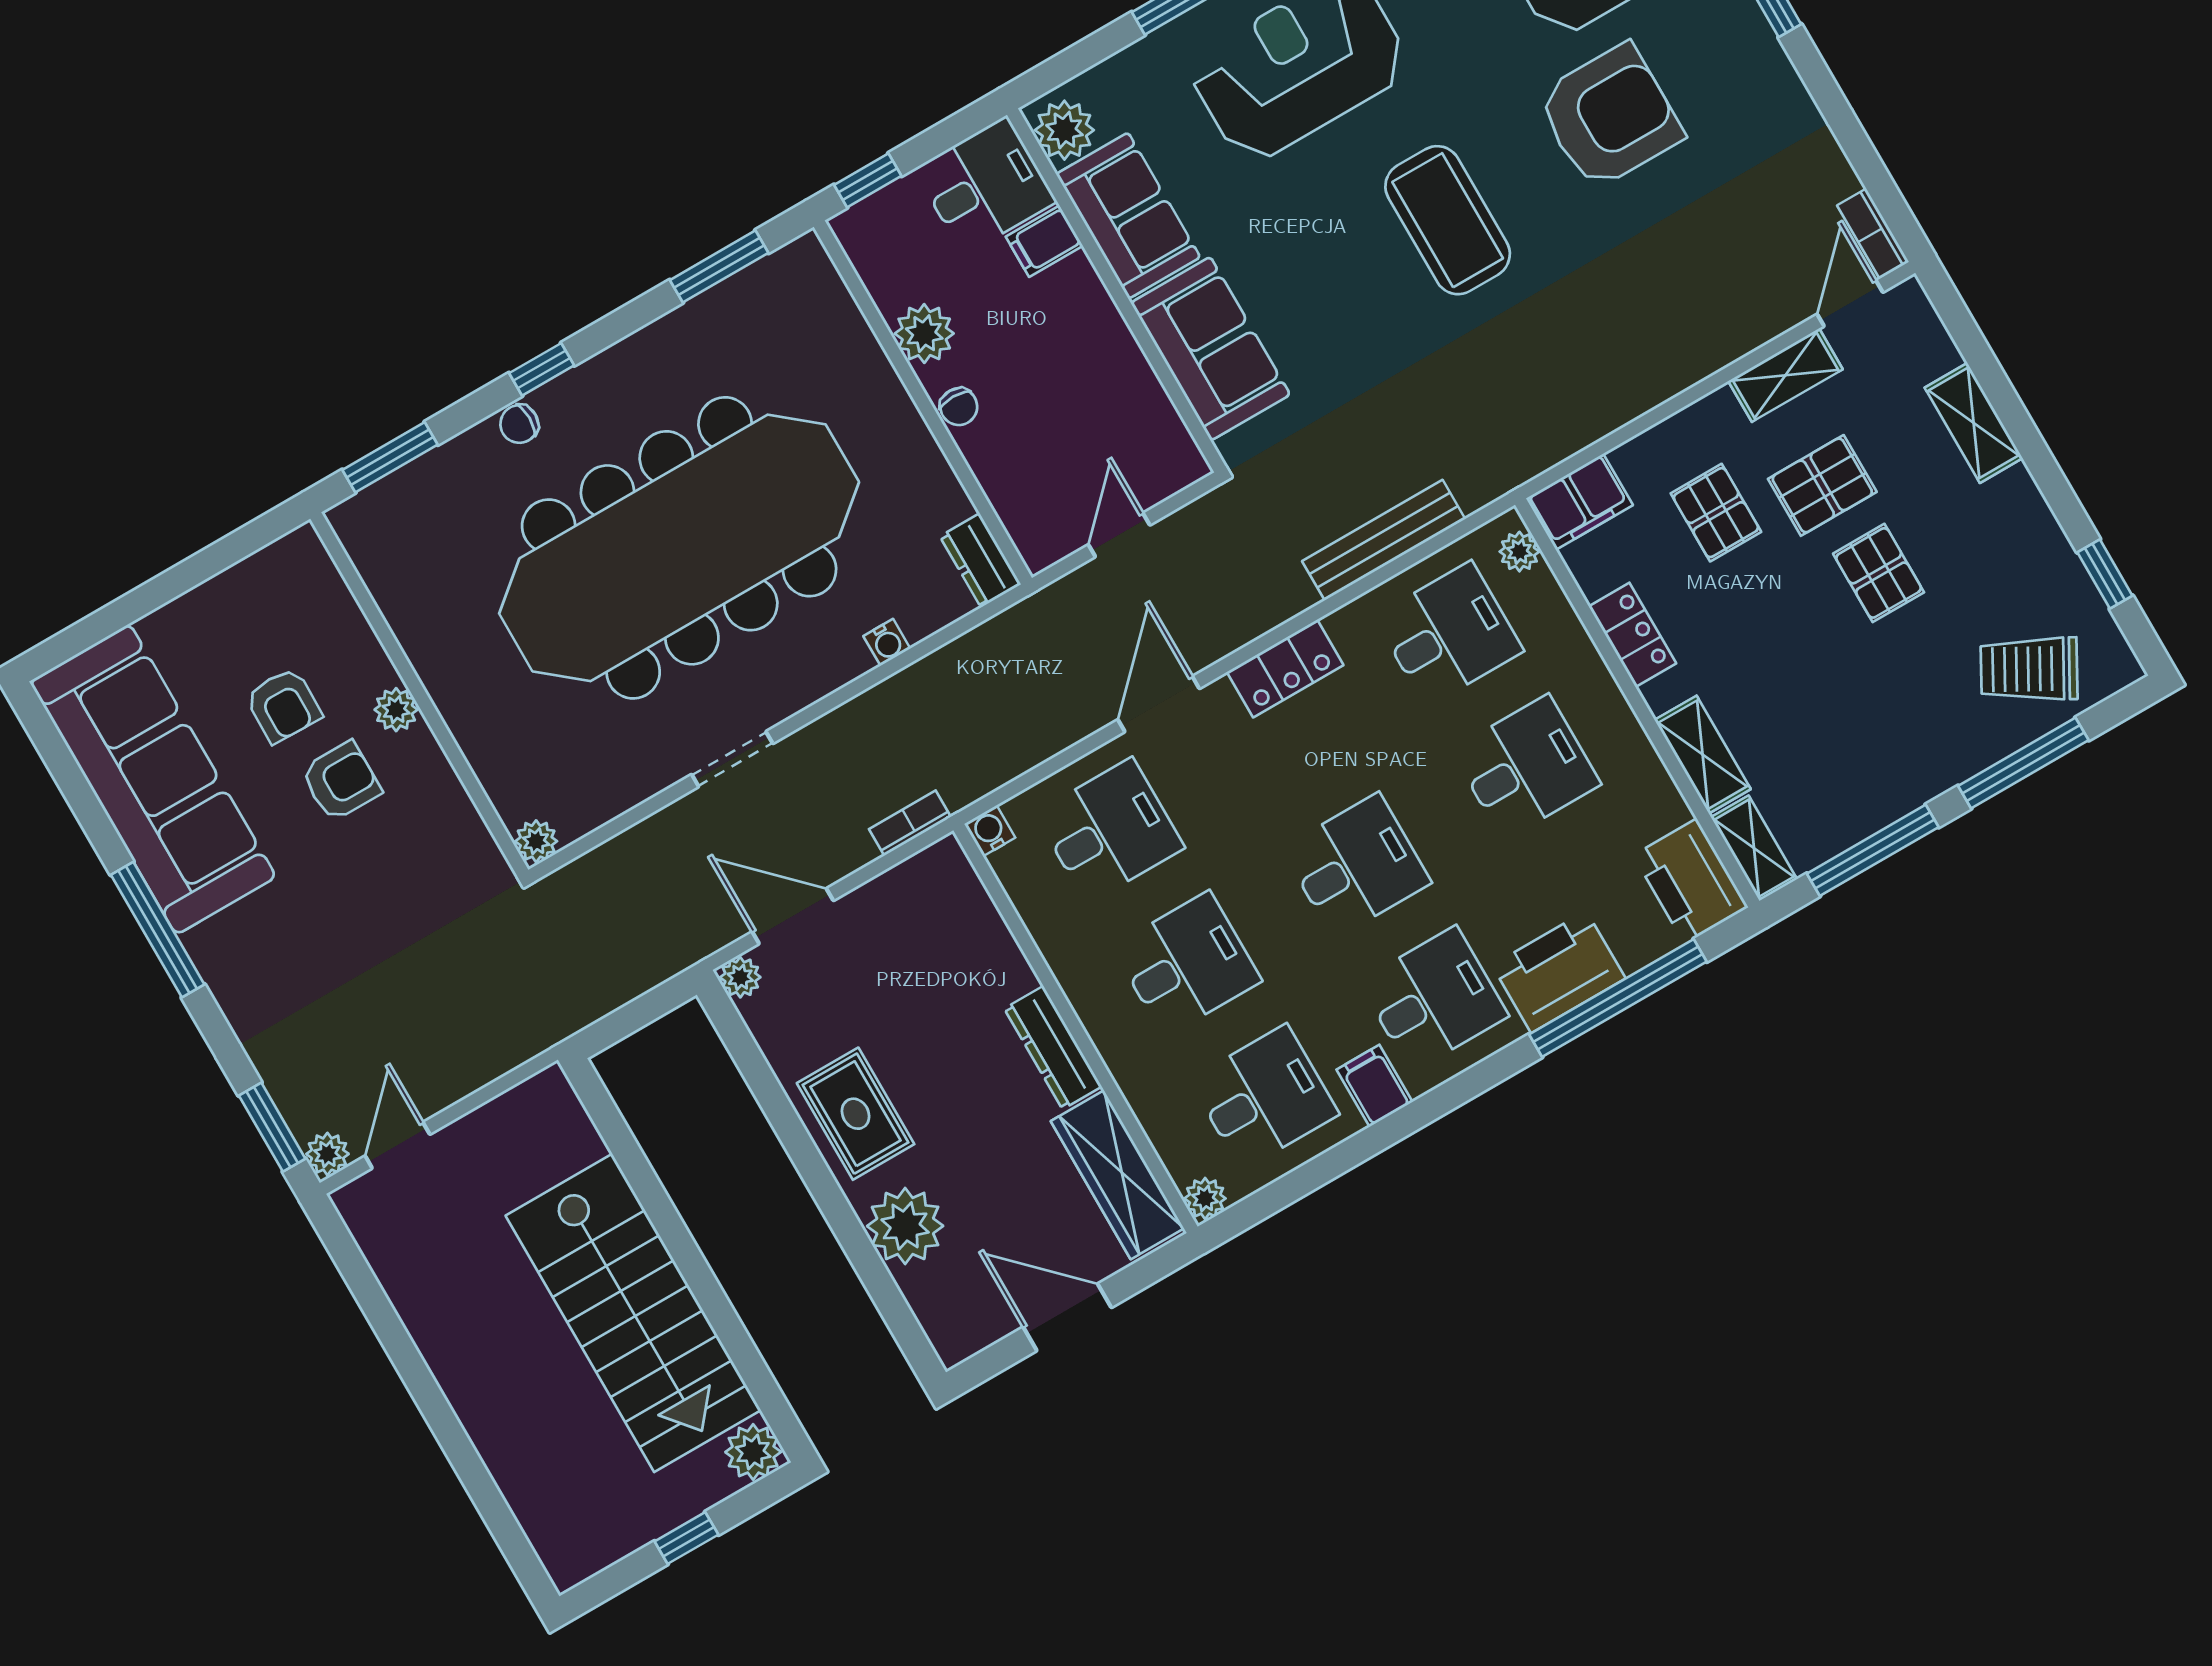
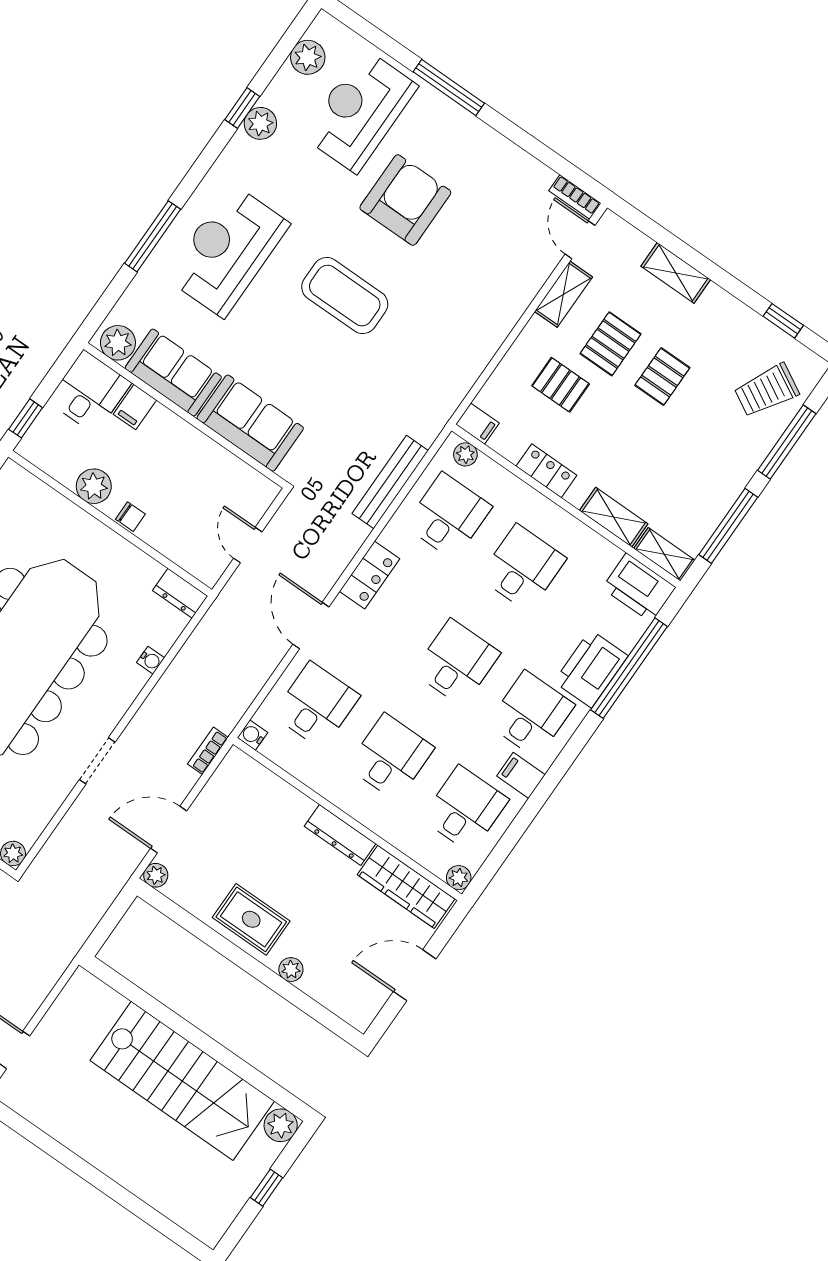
filing cabinet: (1579, 502) -> (478, 424), width x0.50
pallet: (1879, 573) -> (662, 377), turned 90
plant: (905, 1226) -> (291, 970), width x0.53, depth x0.53

